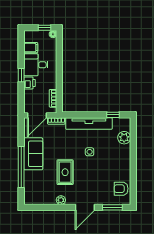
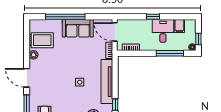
window: (59, 58) -> (170, 53), added
printer: (30, 83) -> (146, 25), removed
rug: (65, 172) -> (42, 40), moved

